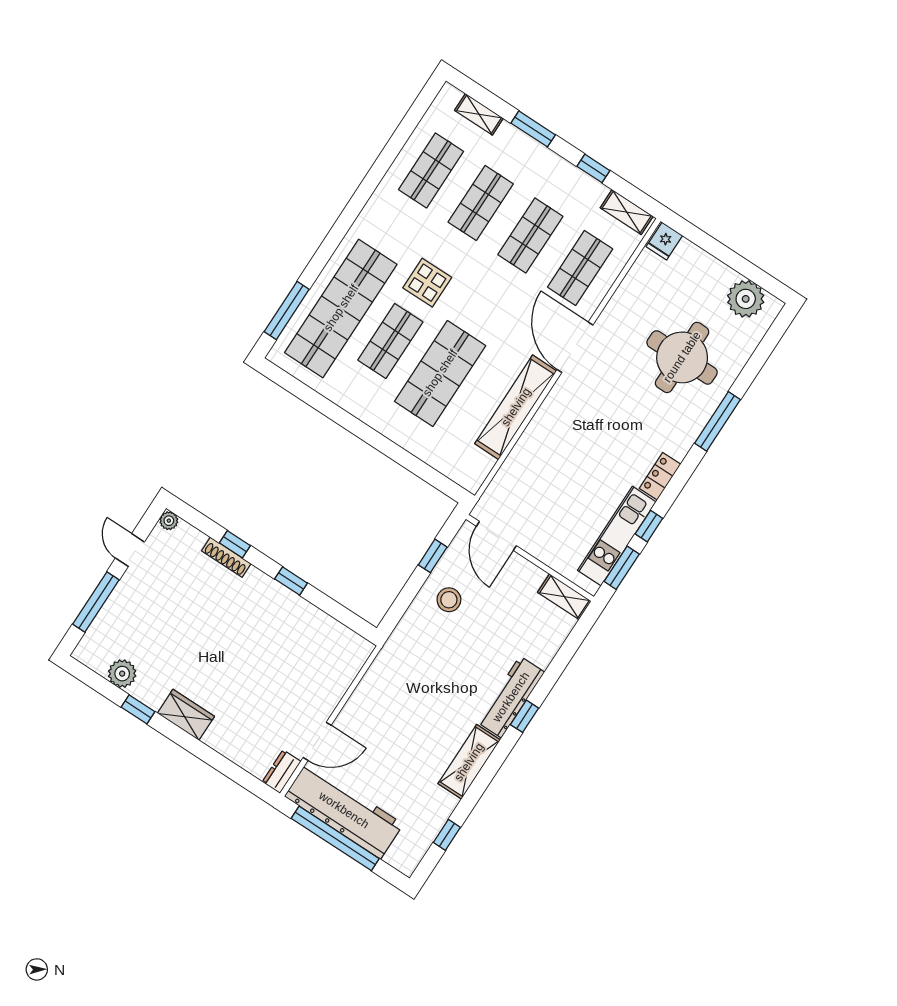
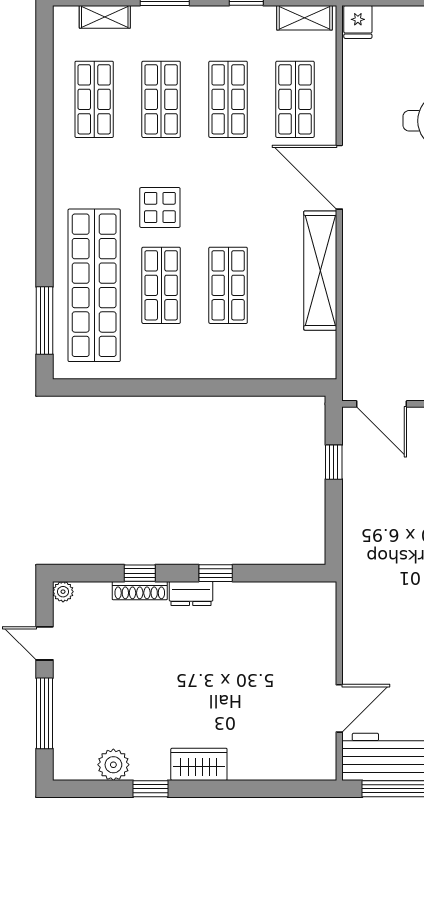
shop shelf: (440, 373) -> (228, 285), width x0.70, depth x0.74
stool: (449, 600) -> (376, 493), removed
dresser: (282, 772) -> (191, 593), moved, turned -90

